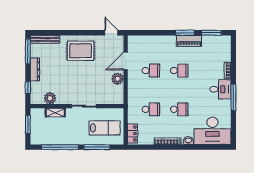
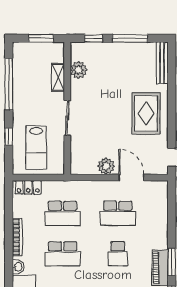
window: (28, 51) -> (130, 38), moved
dresser: (35, 69) -> (119, 48), removed
school desk: (151, 71) -> (118, 213), width x1.85
school desk: (151, 109) -> (63, 213), width x1.85
school desk: (179, 109) -> (63, 254), width x1.85
window: (97, 147) -> (9, 137), width x0.46

